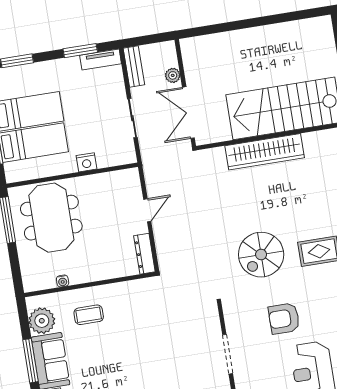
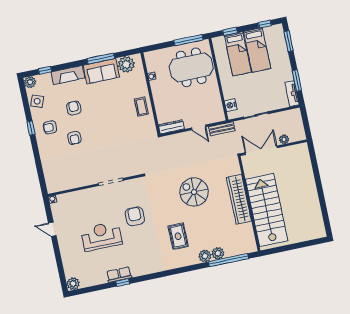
bench: (134, 67) -> (222, 129), moved
nightstand: (86, 162) -> (231, 105), moved
spiral stairs: (261, 255) -> (194, 192), moved
coffee table: (89, 315) -> (141, 107), moved

